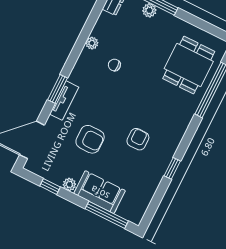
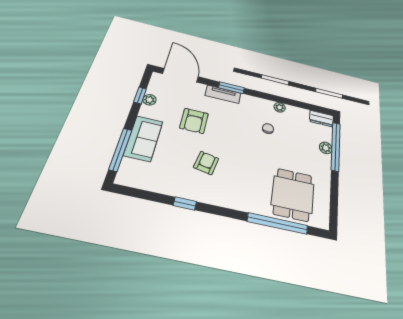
dining table: (189, 65) -> (293, 194), turned 90
armchair: (138, 139) -> (206, 163), turned -79
plant: (69, 184) -> (149, 100), moved

